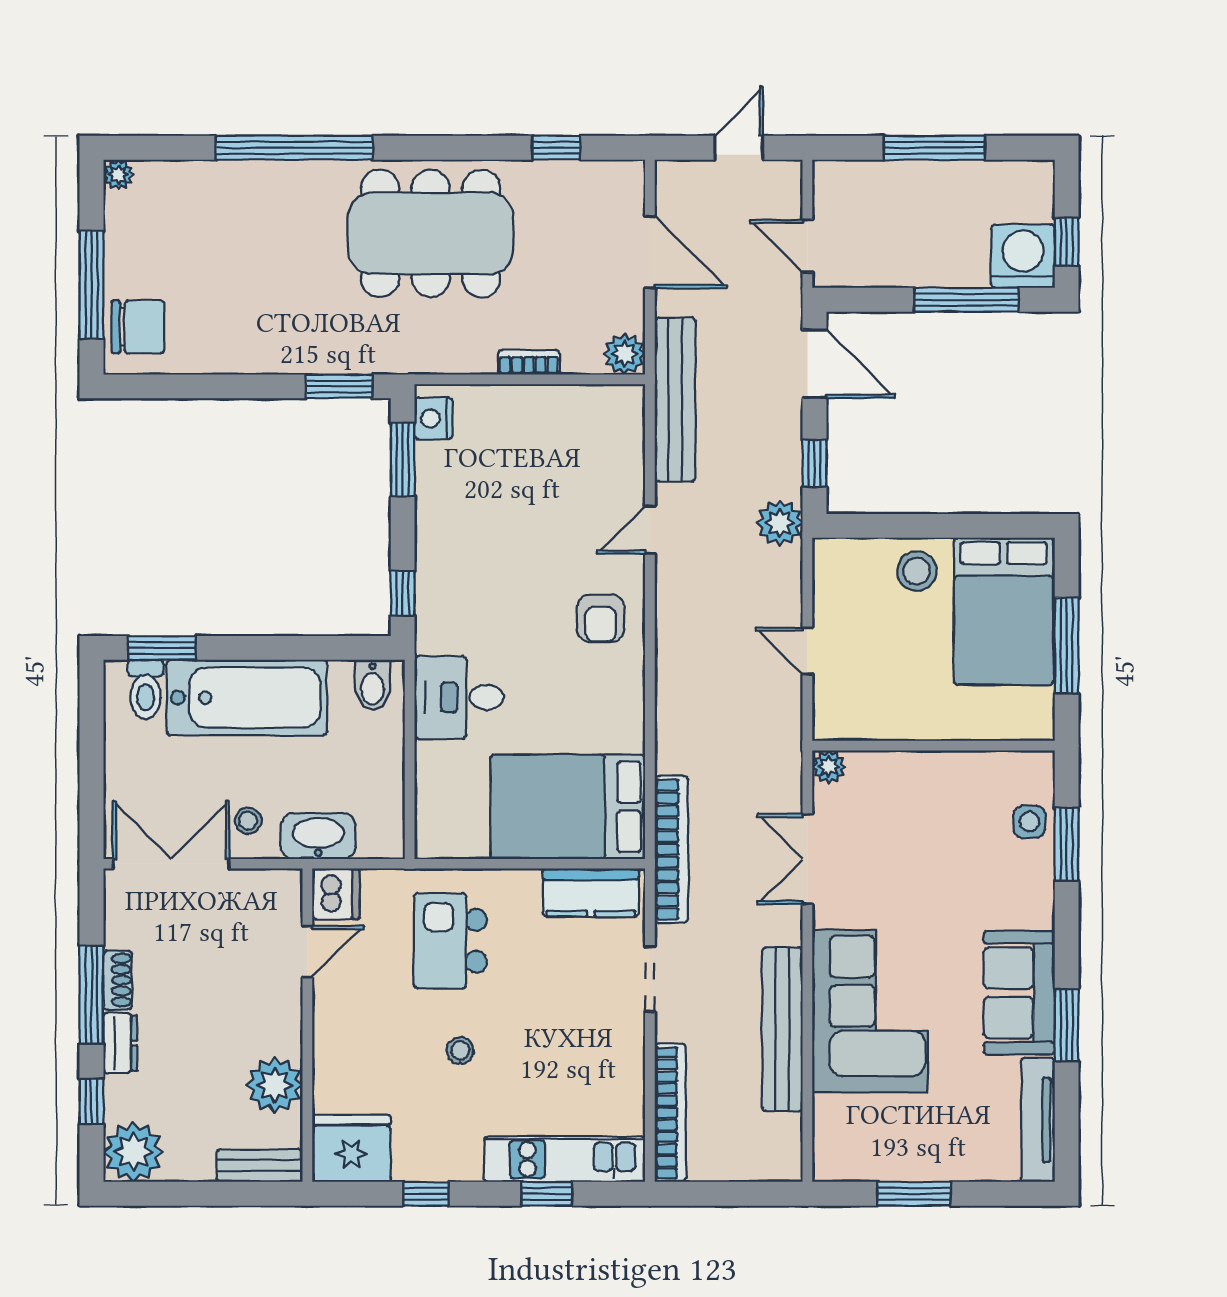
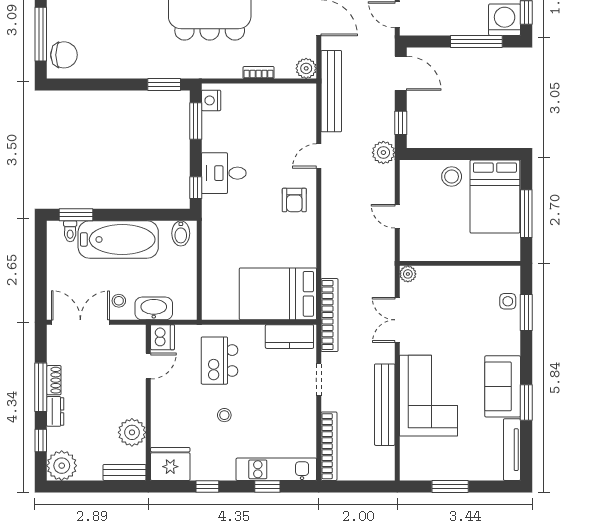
toilet: (146, 689) -> (70, 231), width x0.73, depth x0.72
desk: (459, 697) -> (224, 173), moved

